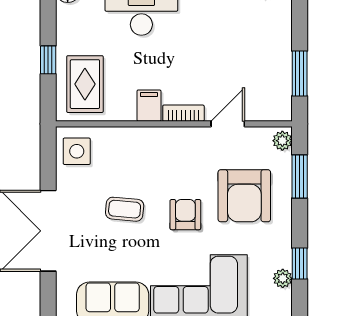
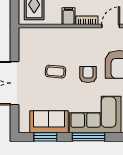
side table: (77, 151) -> (30, 41), removed

